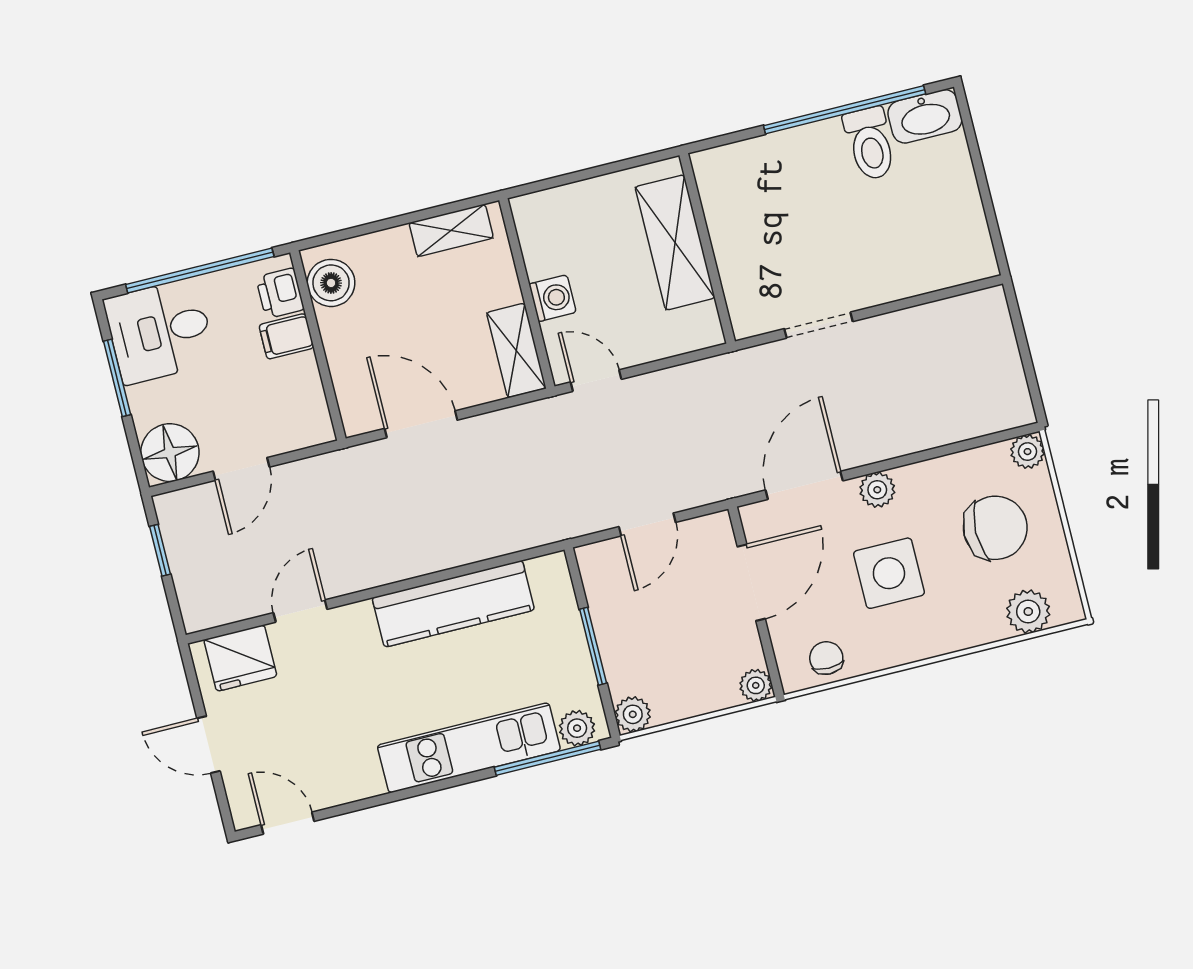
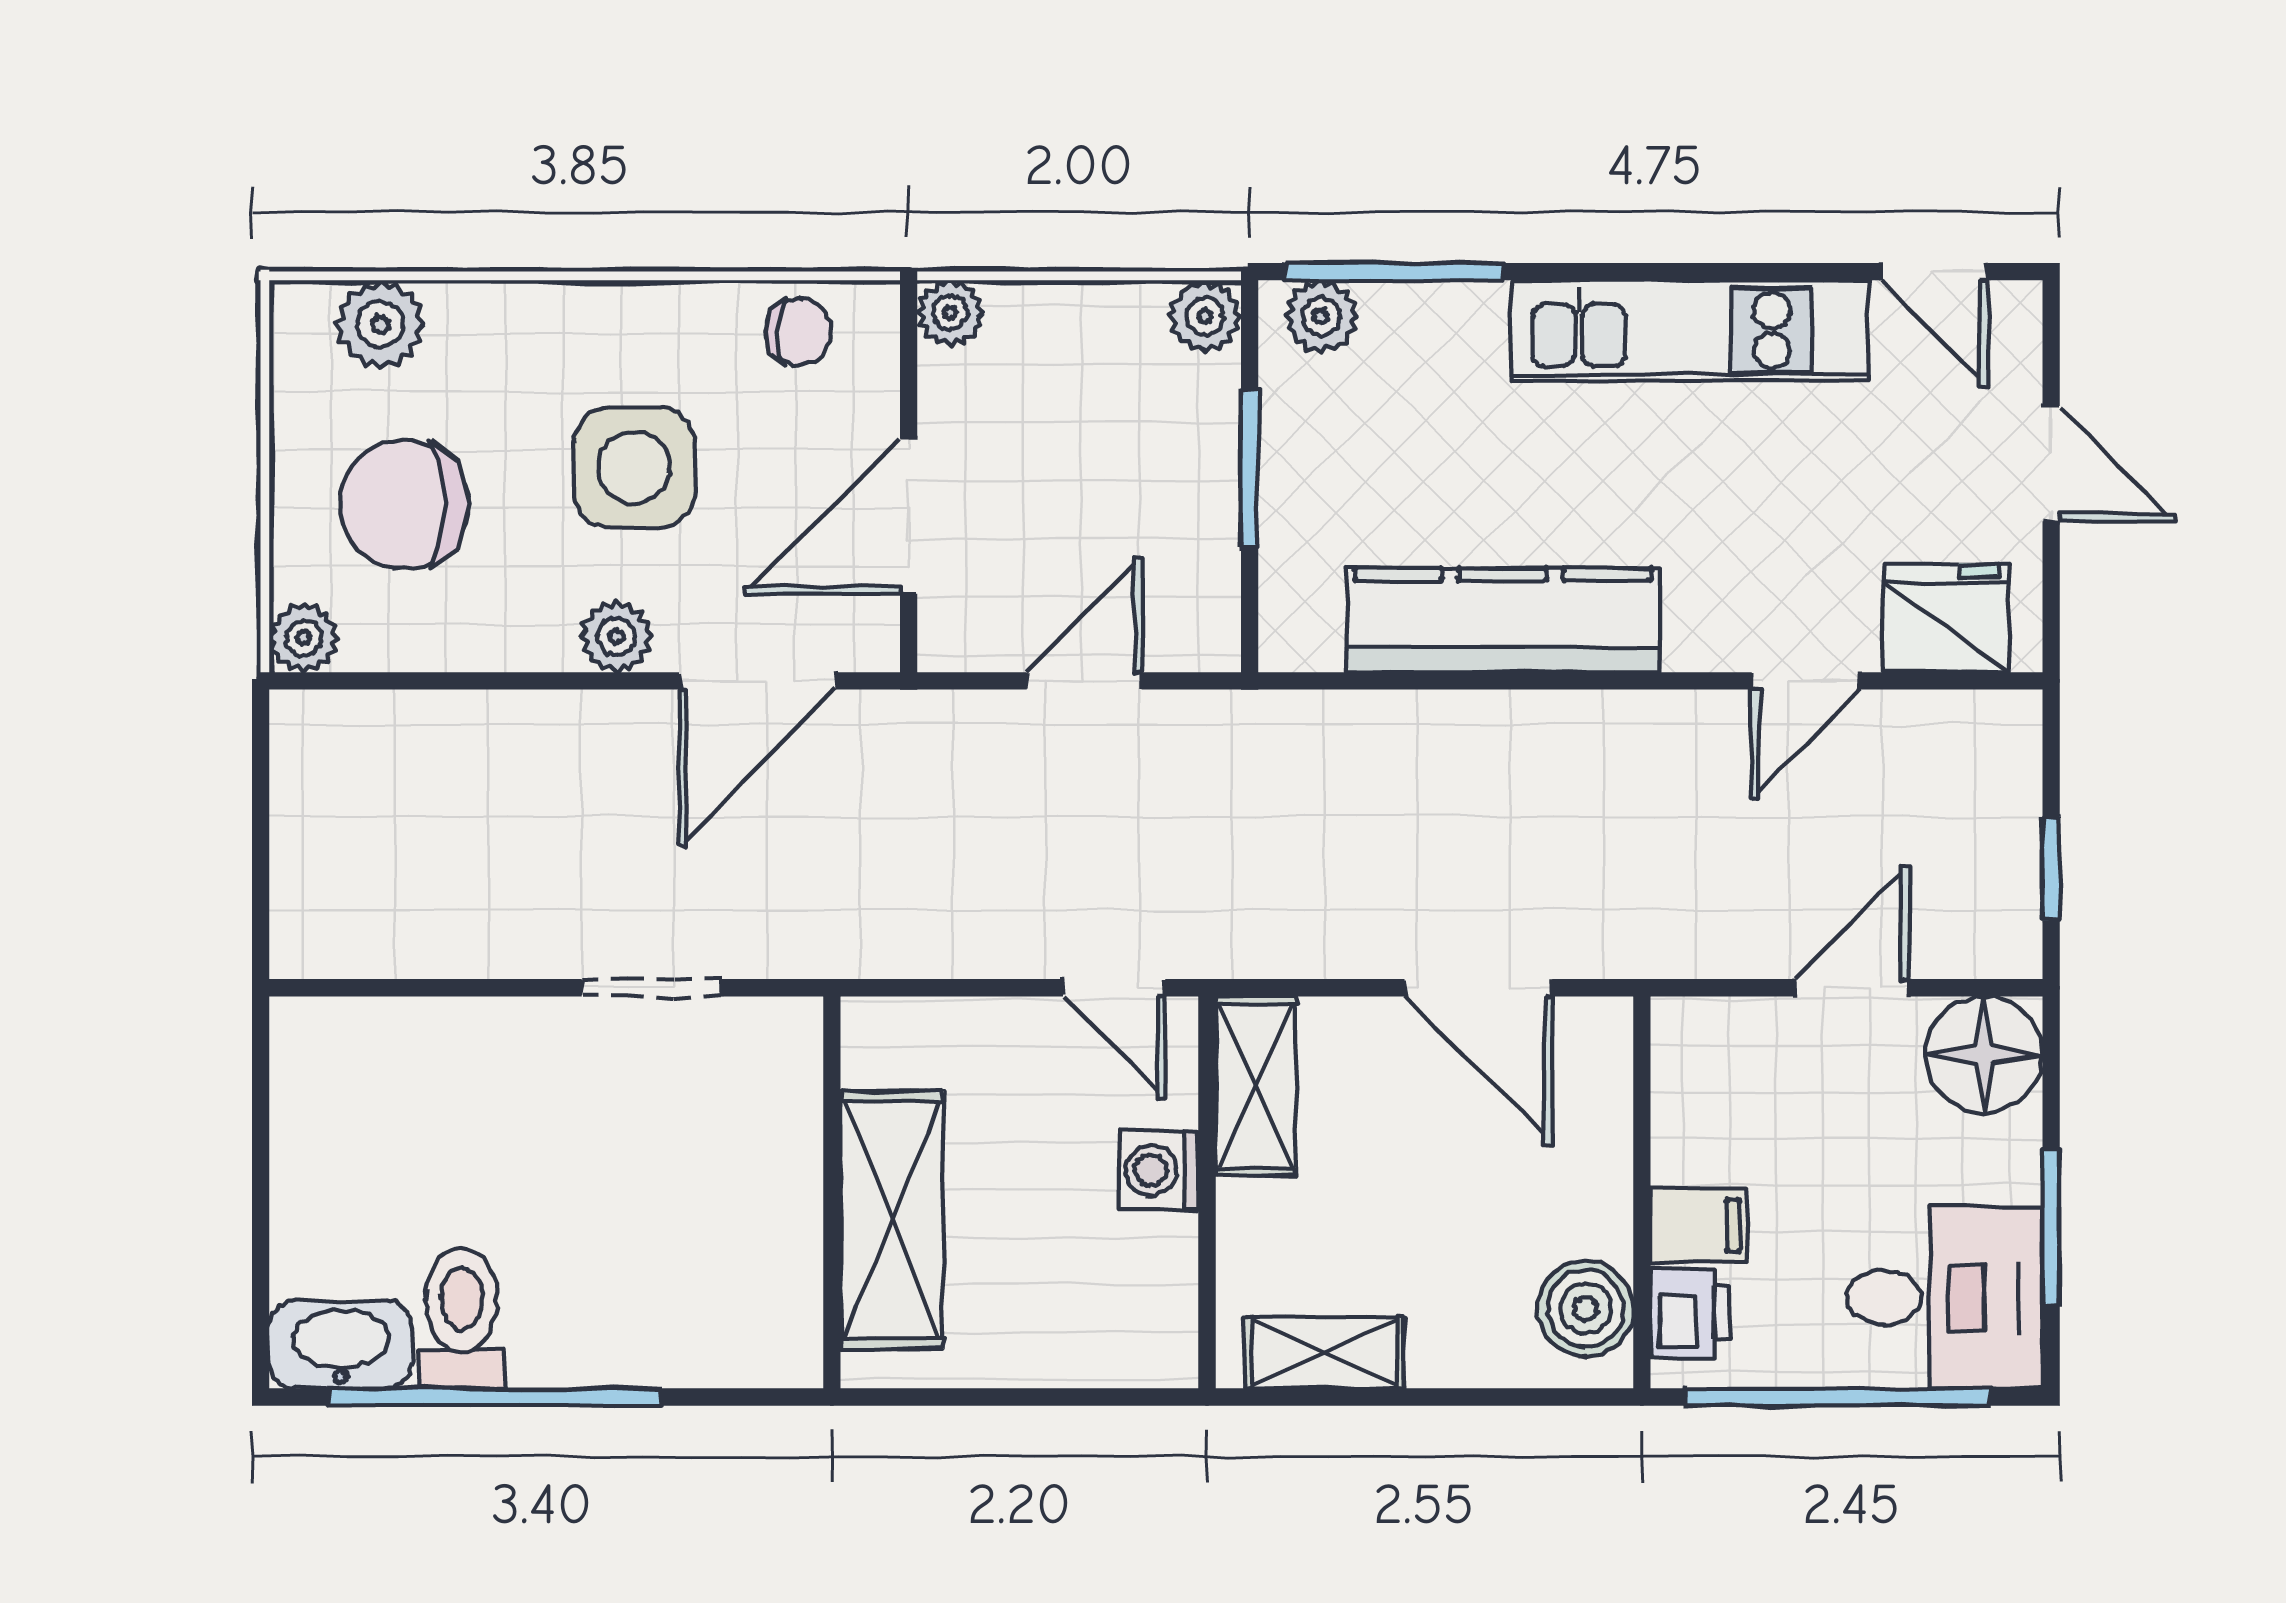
chair: (826, 658) -> (798, 332), turned -90
kitchen unit: (469, 748) -> (1689, 330), moved

